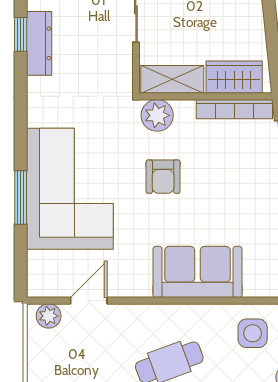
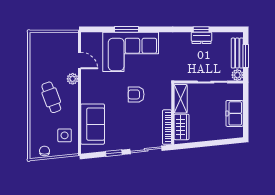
dresser: (39, 43) -> (201, 38), width x0.70
plant: (157, 115) -> (164, 92), removed
sofa: (198, 272) -> (93, 124), moved
plant: (49, 316) -> (73, 79), moved

